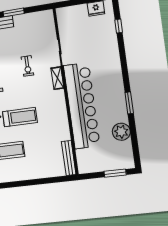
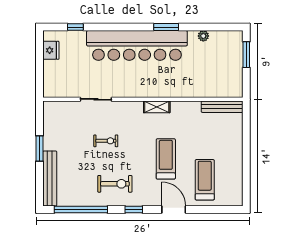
shelving: (57, 78) -> (157, 107), moved
bar counter: (82, 106) -> (137, 45), moved, turned 180
plant: (121, 132) -> (203, 36), width x0.53, depth x0.53

